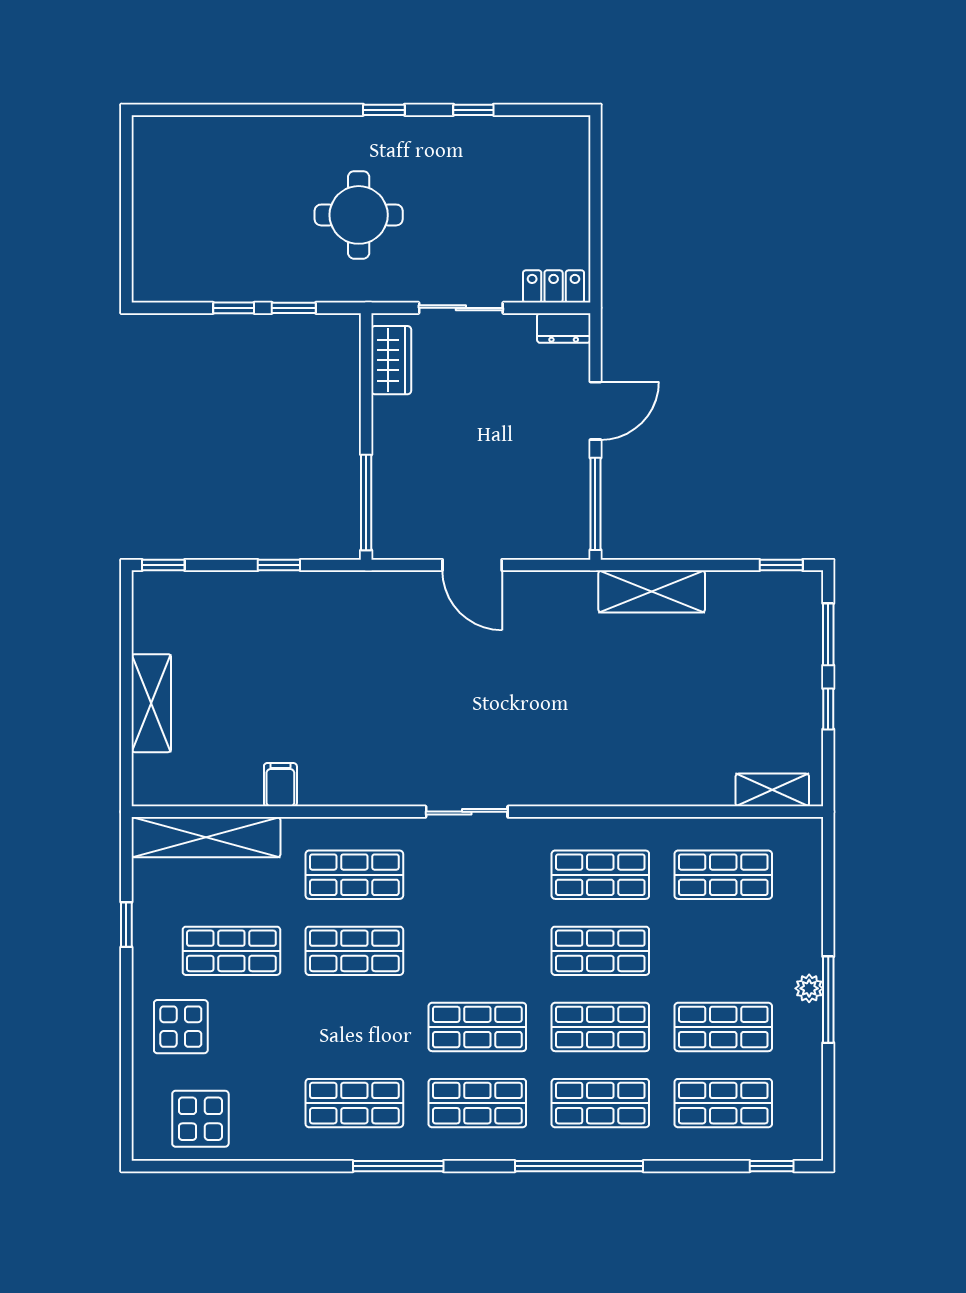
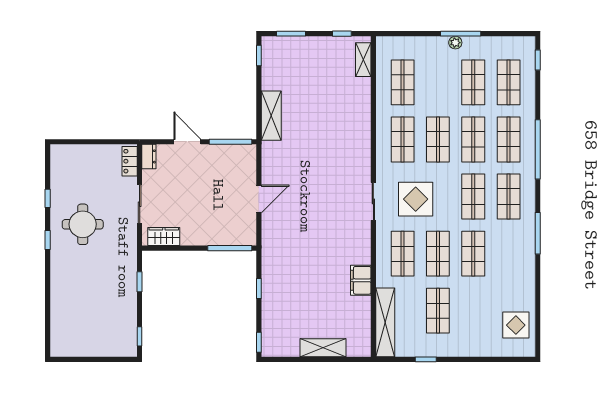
round table: (359, 215) -> (83, 224), moved
window: (234, 308) -> (140, 336), moved
window: (828, 709) -> (342, 34), moved
filing cabinet: (280, 785) -> (361, 280), width x2.00
display table: (181, 1027) -> (416, 199), moved, width x1.36, depth x1.36
shop shelf: (354, 1103) -> (473, 254), moved

